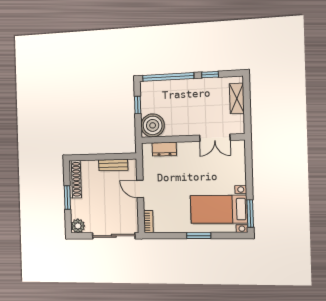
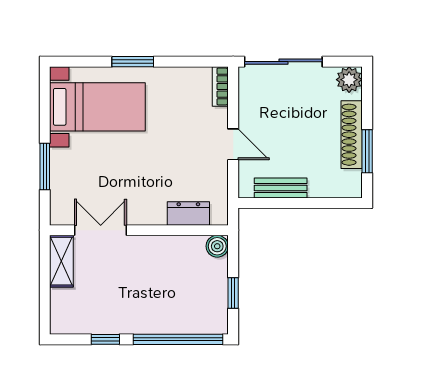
shelving: (237, 98) -> (61, 261), moved
boiler: (153, 125) -> (217, 246), width x0.54, depth x0.54
shoe rack: (75, 179) -> (352, 135), moved
window: (67, 197) -> (367, 151), moved
window: (250, 214) -> (45, 167), moved

